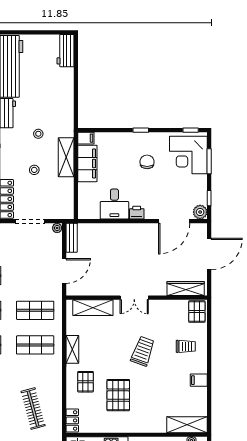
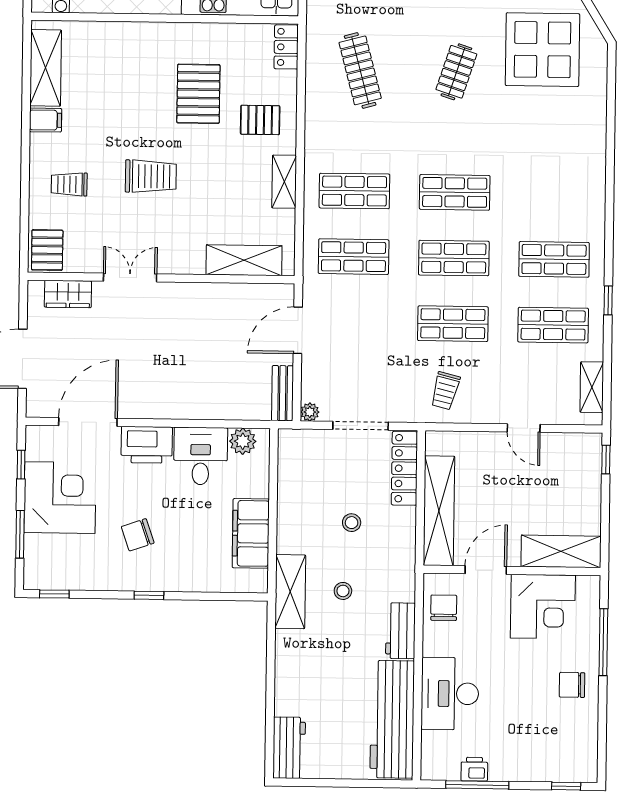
filing cabinet: (86, 138) -> (253, 582), removed
corner desk: (188, 155) -> (60, 498), moved
shelving: (66, 157) -> (290, 592), moved
chair: (147, 162) -> (138, 535), turned 71
plant: (200, 212) -> (243, 441), moved
printer: (137, 213) -> (147, 445), width x1.87, depth x1.48
wardrobe: (186, 288) -> (68, 294), width x0.67
double door: (134, 298) -> (130, 278), moved
trolley: (143, 351) -> (151, 176), turned -110
pallet: (85, 382) -> (260, 120), turned 90
shelving: (187, 425) -> (46, 68), moved, turned 90

